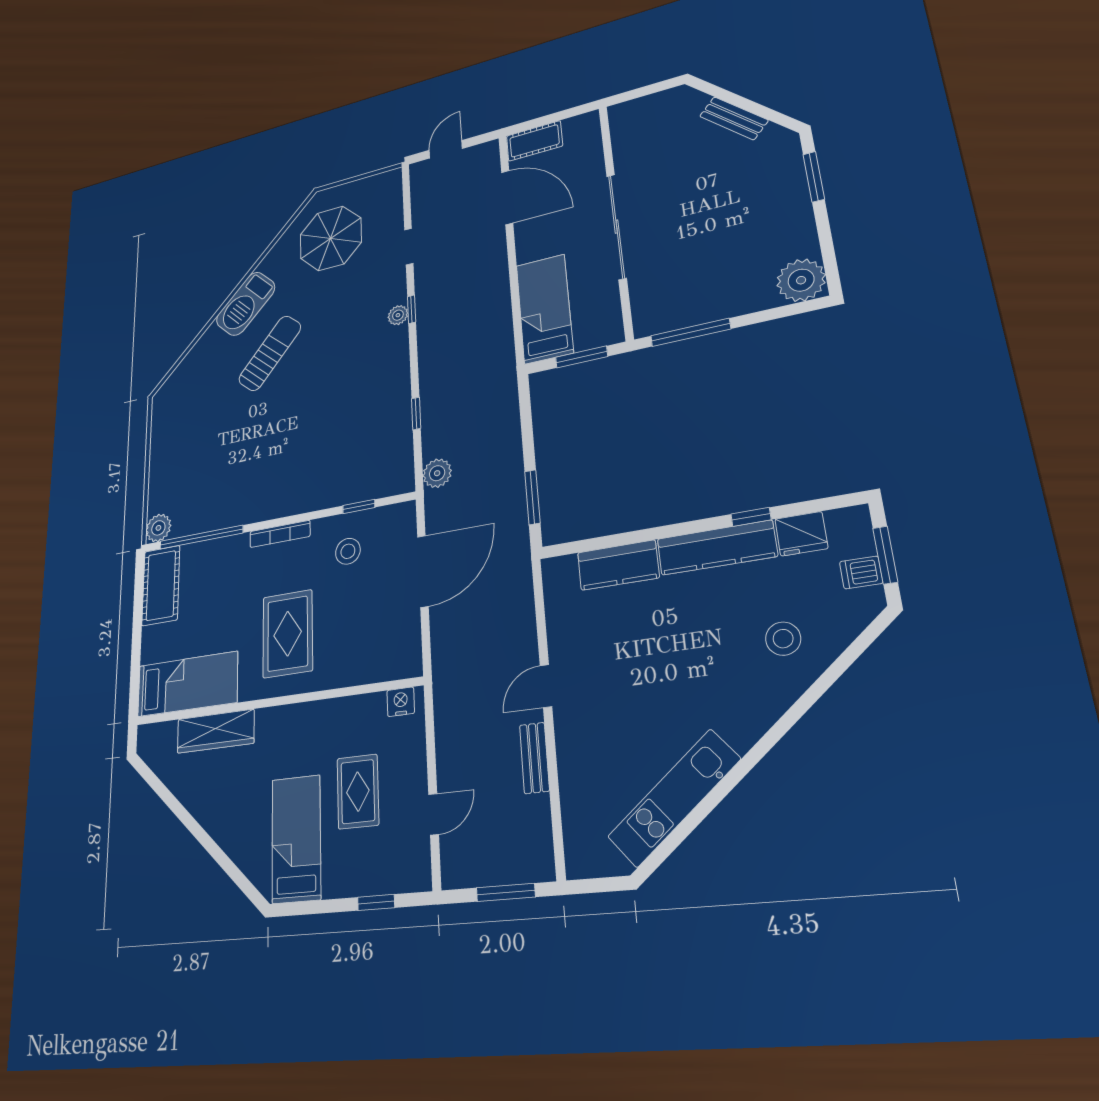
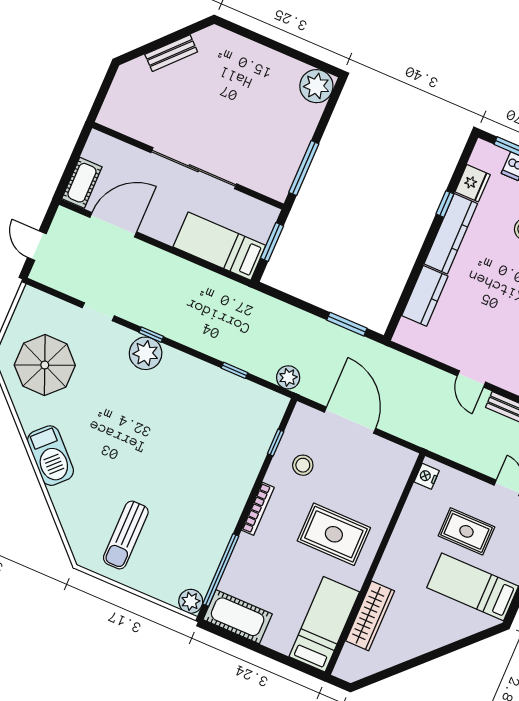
window: (814, 177) -> (252, 36), removed
plant: (398, 315) -> (146, 353), width x1.88, depth x1.88
sun lounger: (270, 353) -> (126, 535), moved, turned -131

